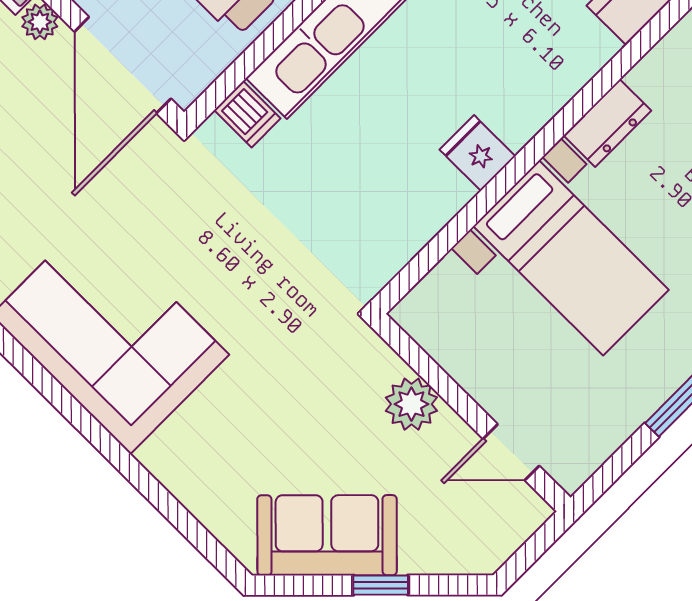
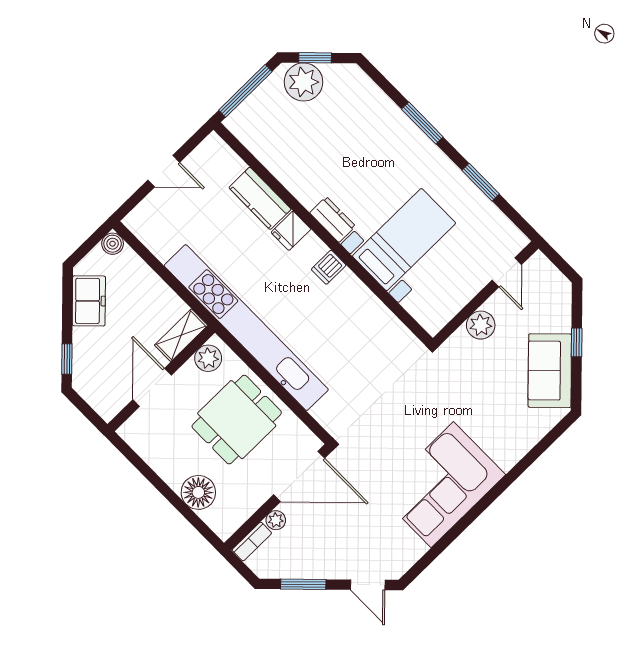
dishwasher: (247, 114) -> (329, 267), moved, turned 180
fridge: (477, 153) -> (291, 231), moved

